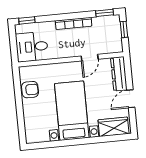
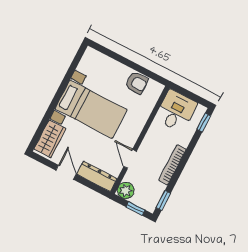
plant: (115, 46) -> (126, 190), added
armchair: (30, 90) -> (137, 83), turned -90

